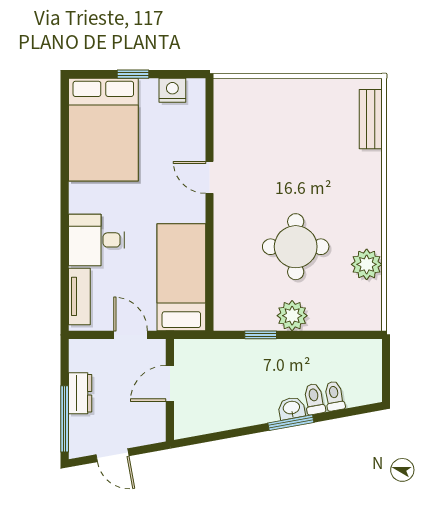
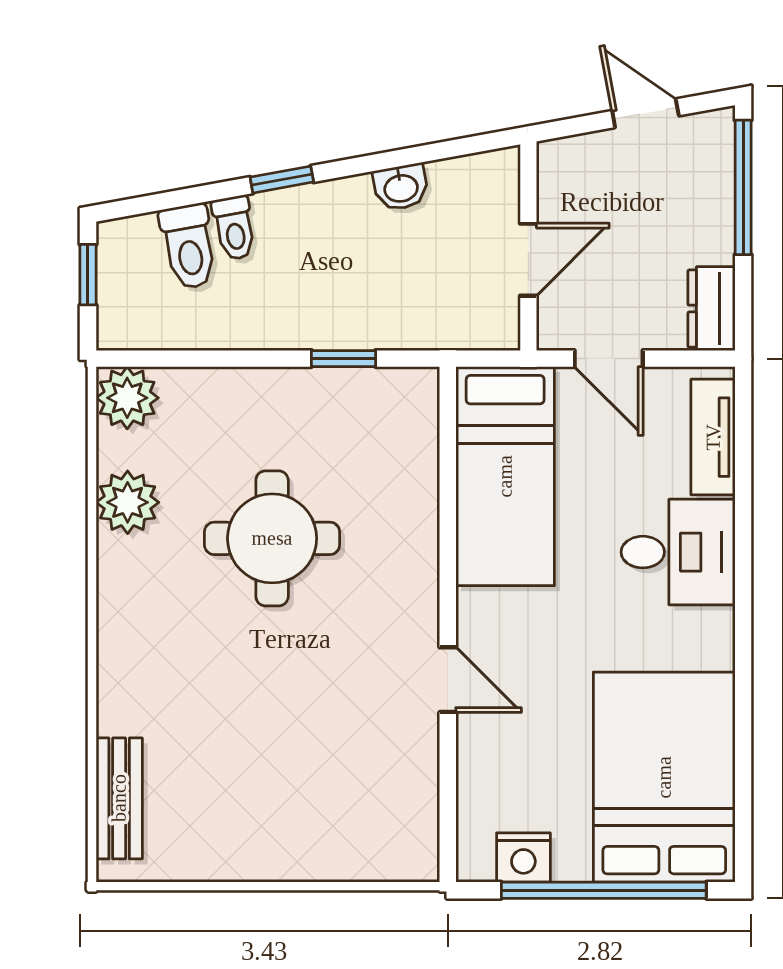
window: (133, 74) -> (604, 890), width x3.17
plant: (292, 316) -> (127, 398), moved
window: (386, 376) -> (88, 275), added
dresser: (80, 393) -> (712, 309), moved
toilet: (334, 396) -> (189, 246), width x1.37, depth x1.39
washbasin: (291, 408) -> (401, 187), moved
window: (291, 423) -> (282, 180), width x0.67

